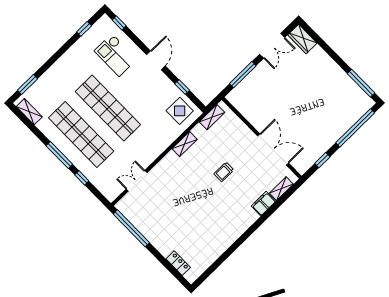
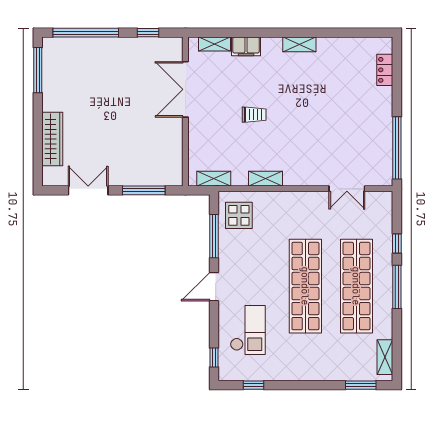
wardrobe: (302, 39) -> (52, 139), moved, width x1.50
window: (182, 87) -> (214, 236), width x2.17
shelving: (236, 232) -> (299, 44), added

